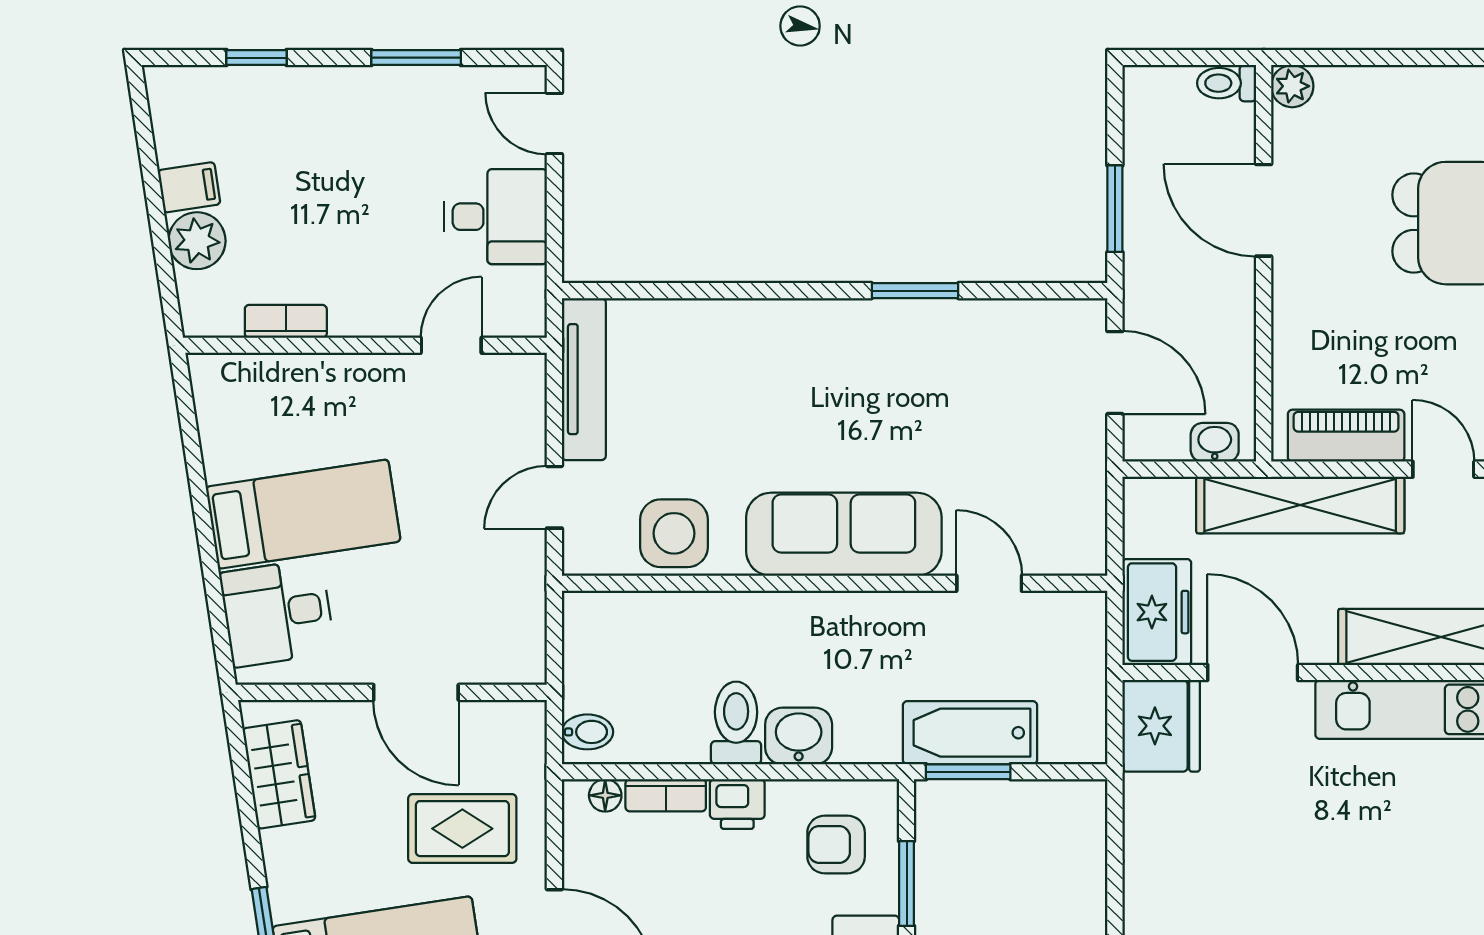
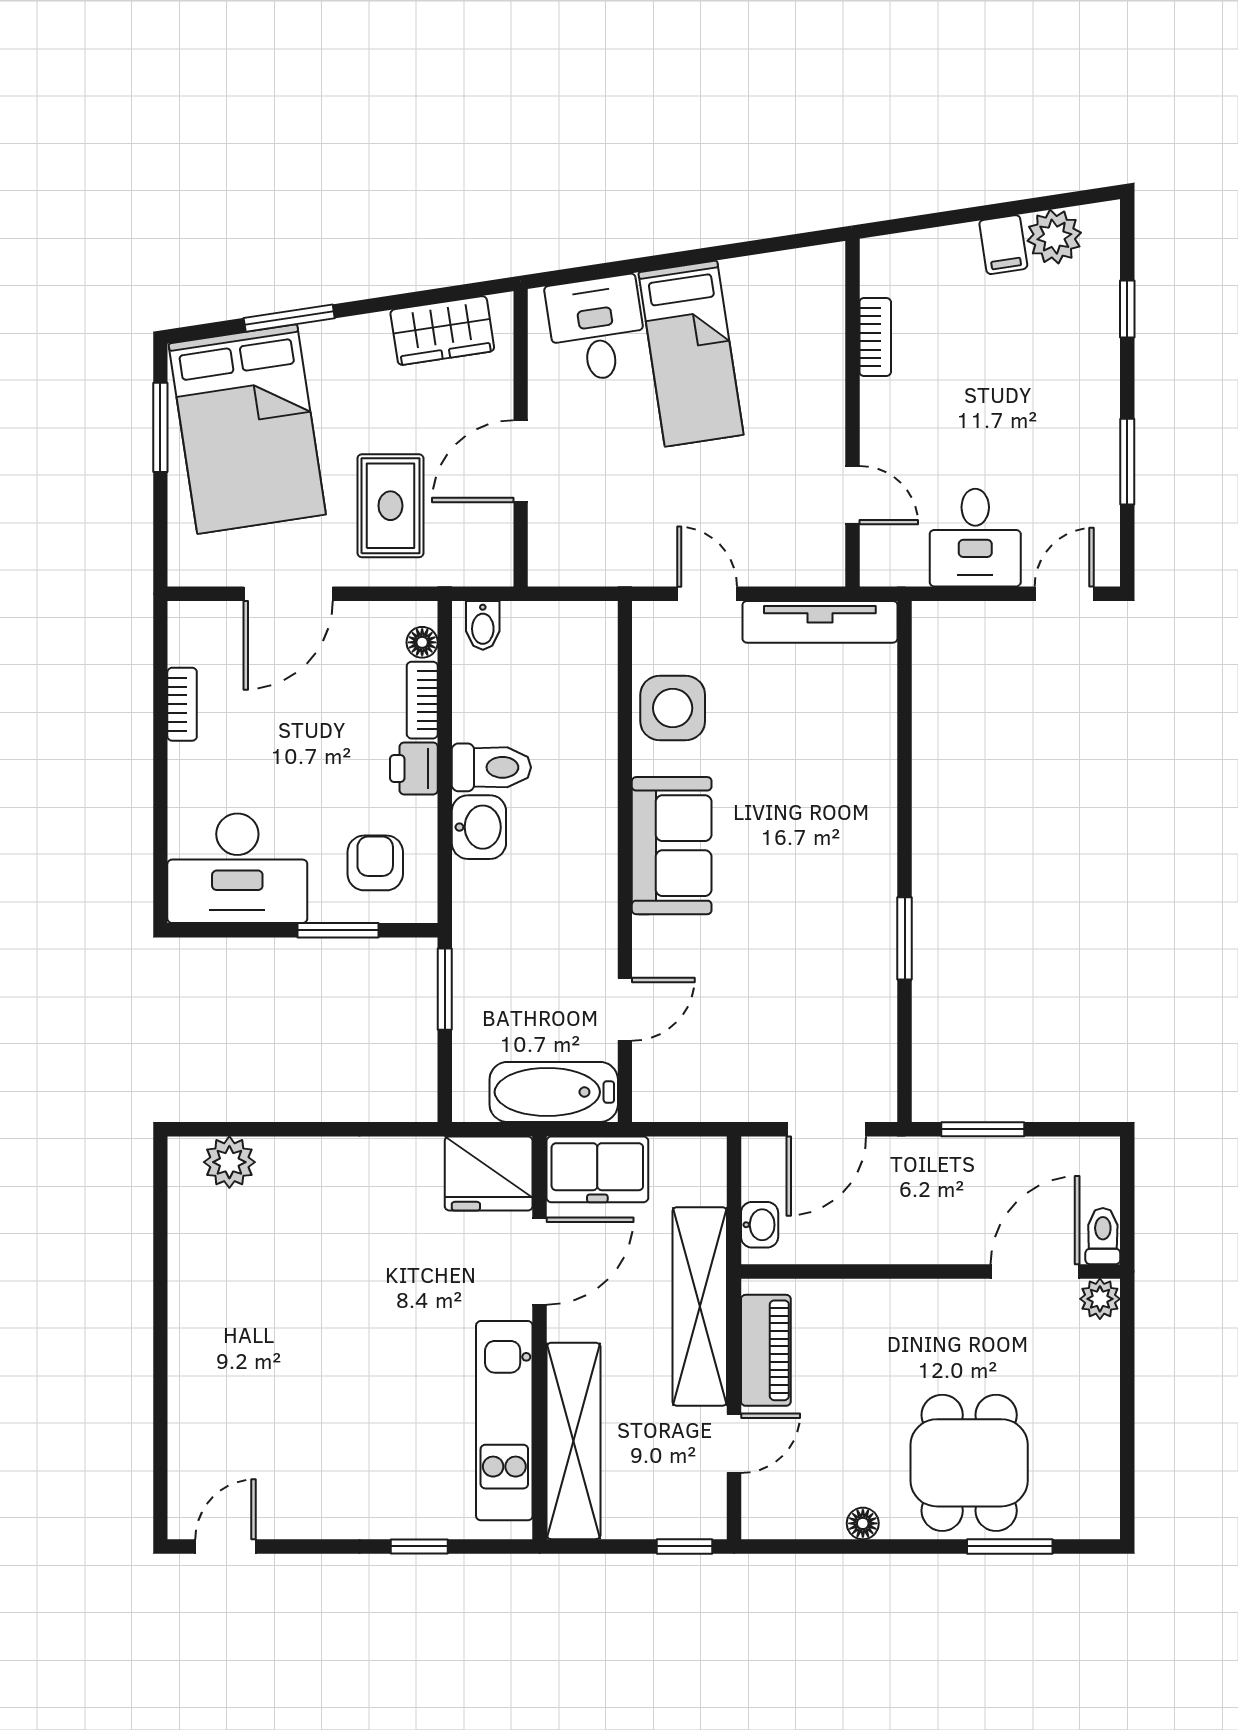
door: (1264, 210) -> (1035, 1272), moved
plant: (197, 241) -> (1054, 237), moved
sofa: (844, 534) -> (672, 846), width x0.73
bathtub: (970, 733) -> (554, 1092), moved, turned -90

